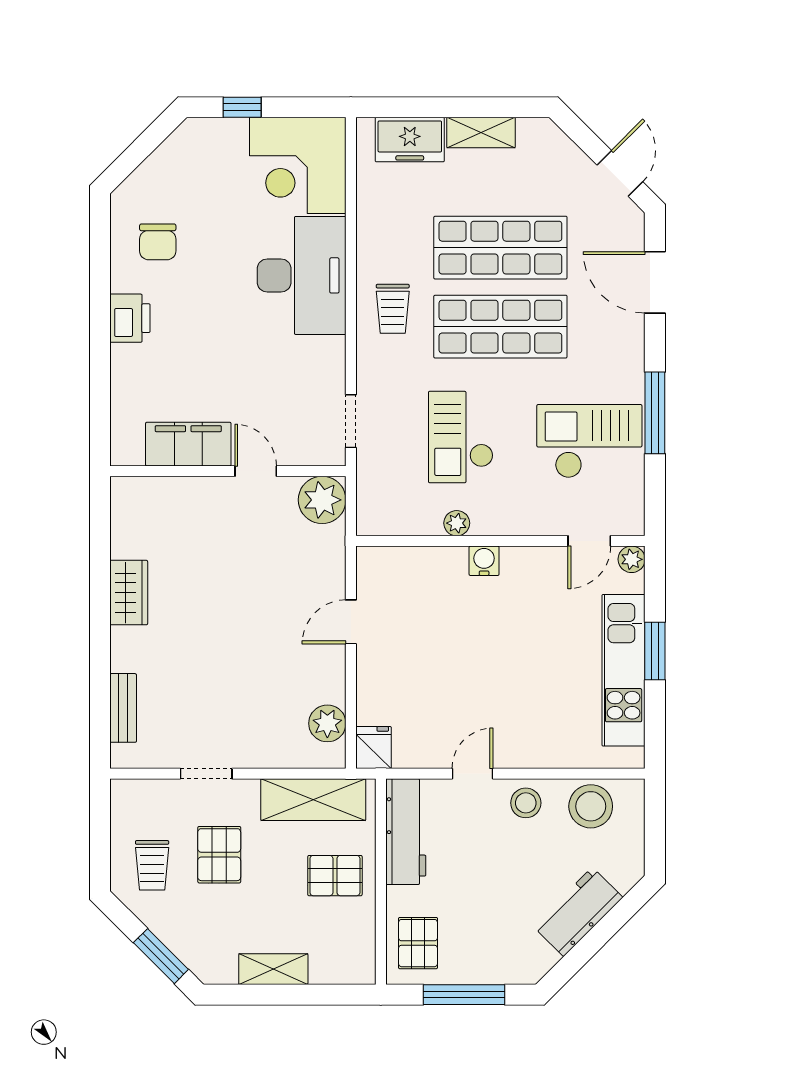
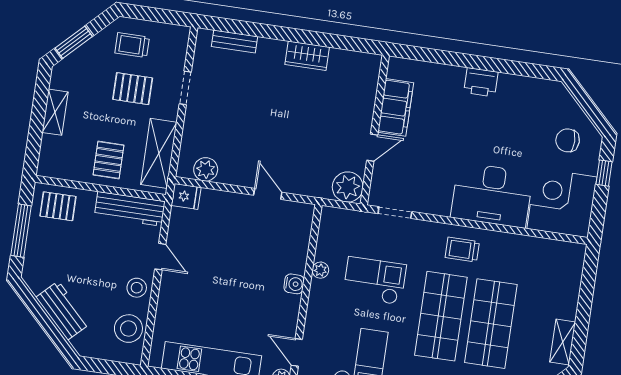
shelving: (481, 133) -> (563, 342), moved
freezer: (410, 140) -> (568, 276), removed
chair: (158, 242) -> (568, 140), moved

